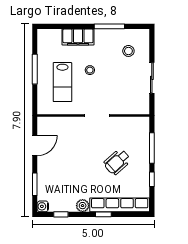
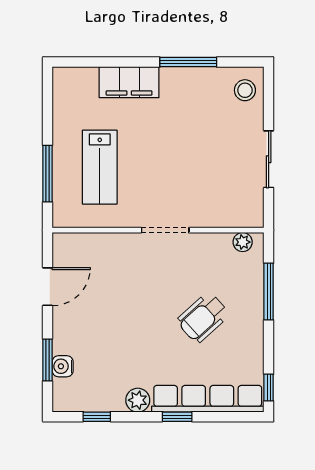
stool: (128, 51) -> (245, 90), moved
window: (35, 69) -> (48, 174), moved
stool: (90, 70) -> (152, 145), removed
plant: (138, 122) -> (243, 242), added
window: (152, 179) -> (269, 388), moved
water cooler: (43, 206) -> (63, 366), moved

